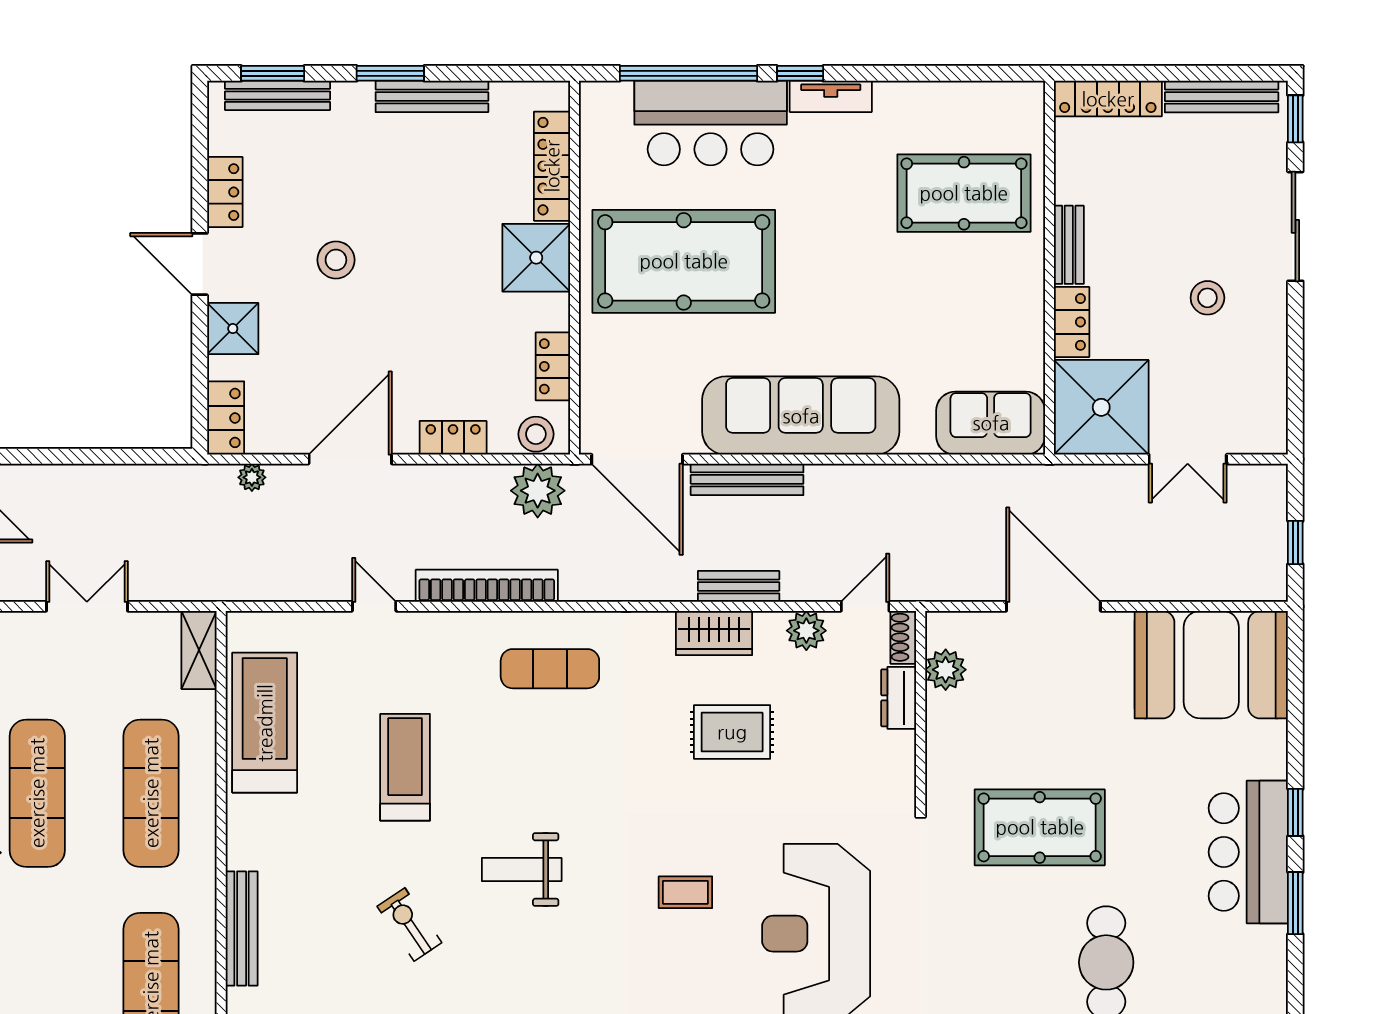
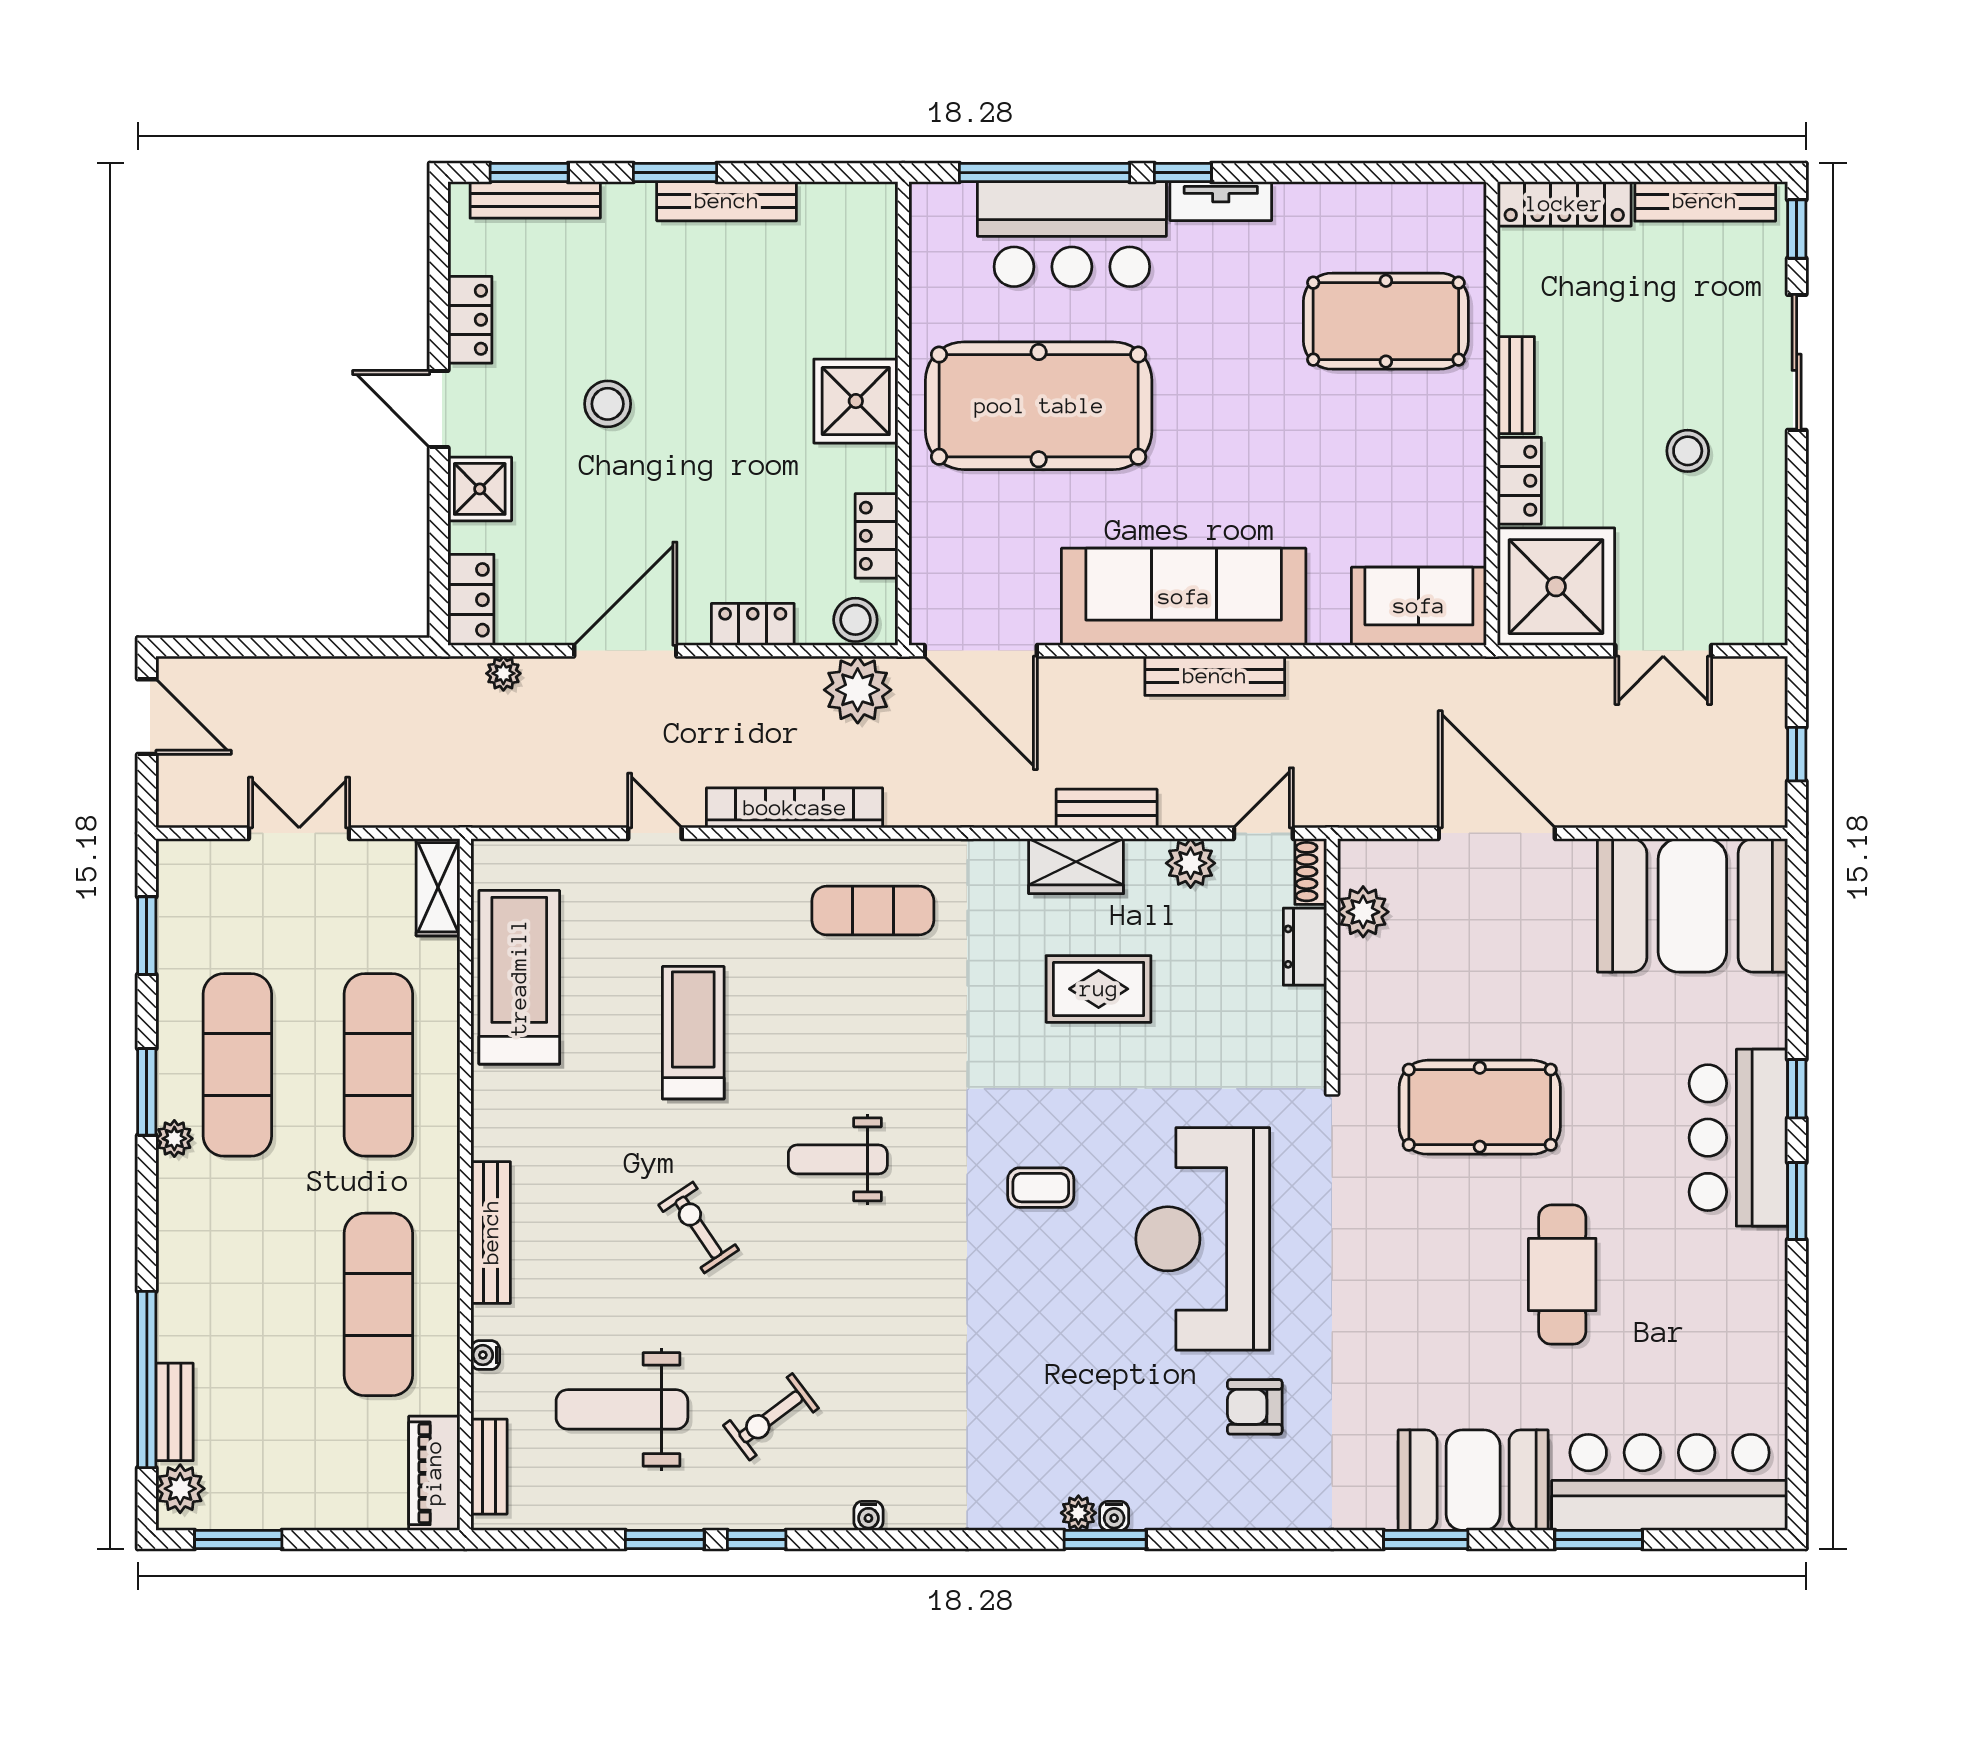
locker: (552, 166) -> (875, 288), removed
bench: (747, 479) -> (1215, 676), moved

